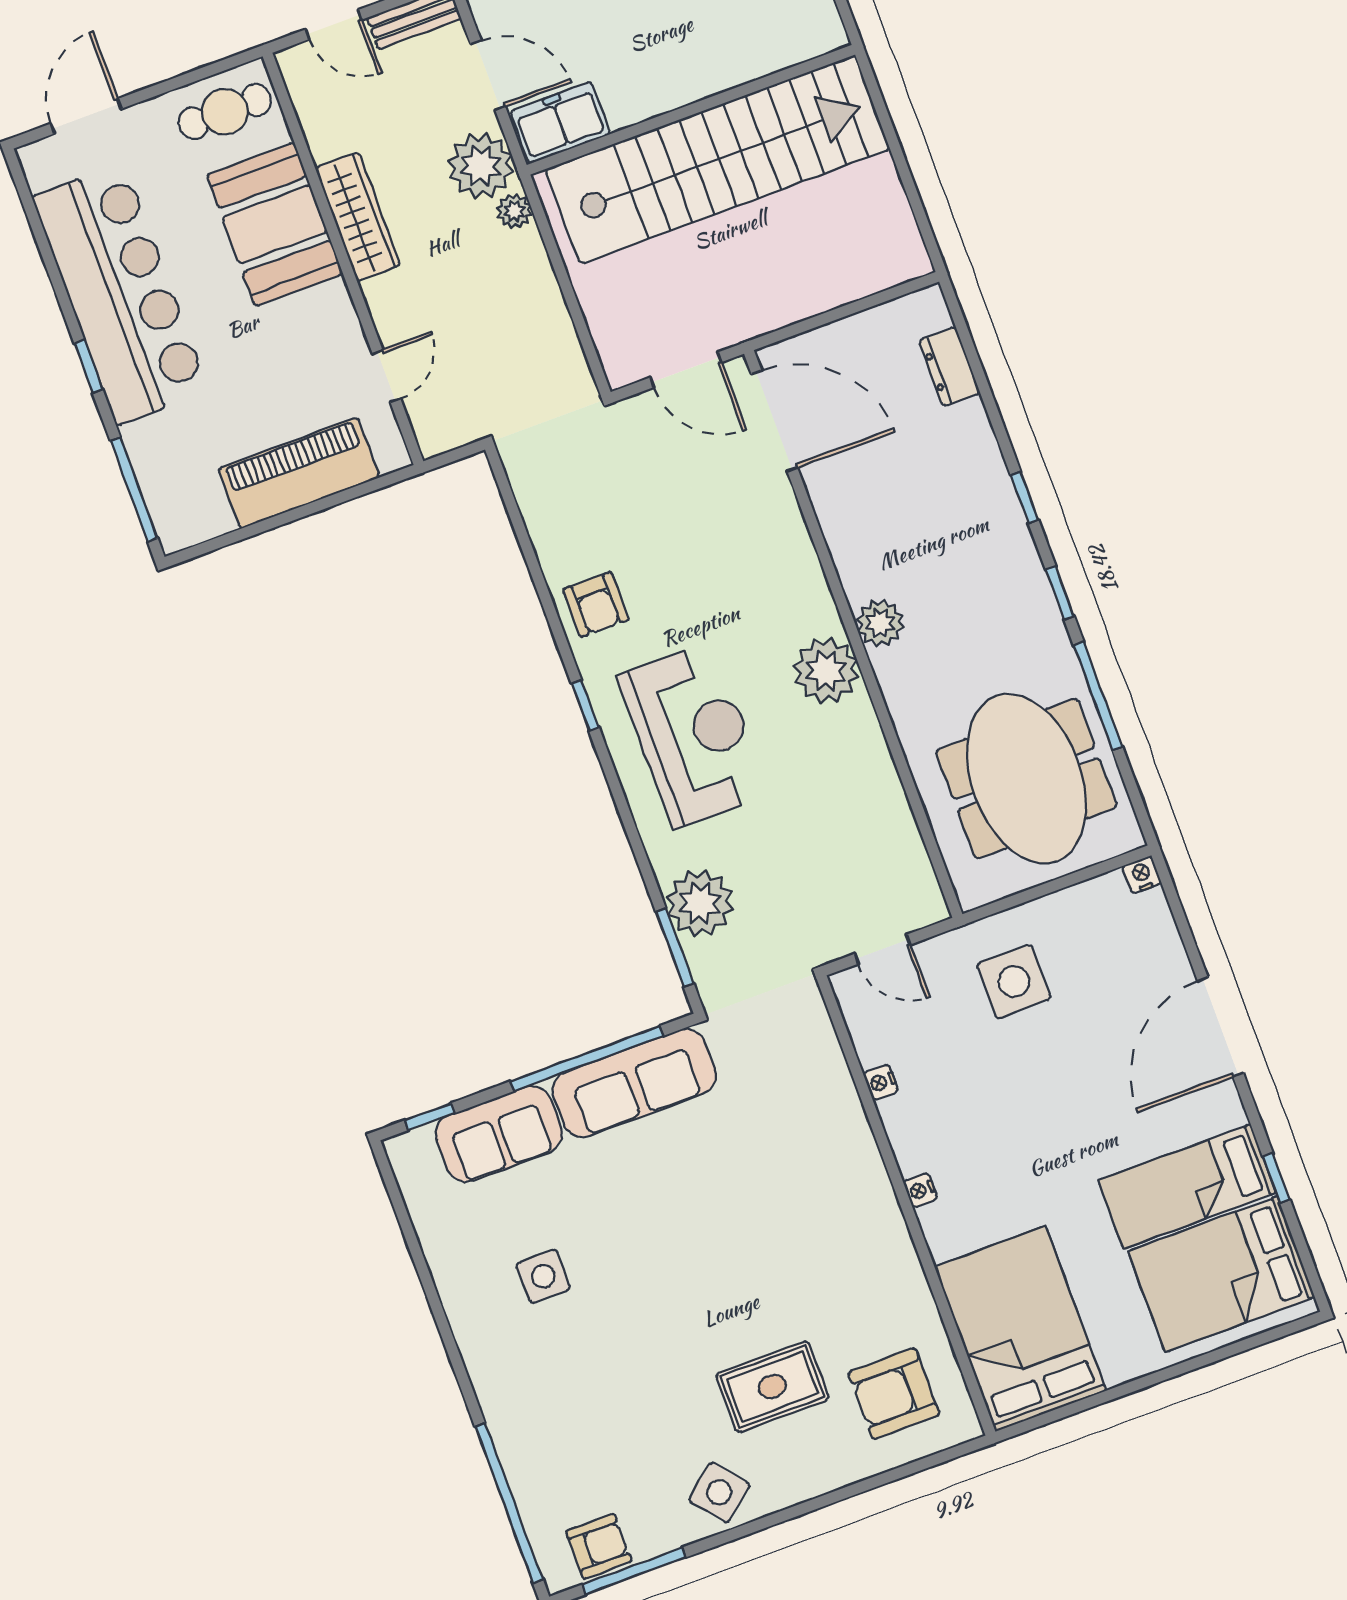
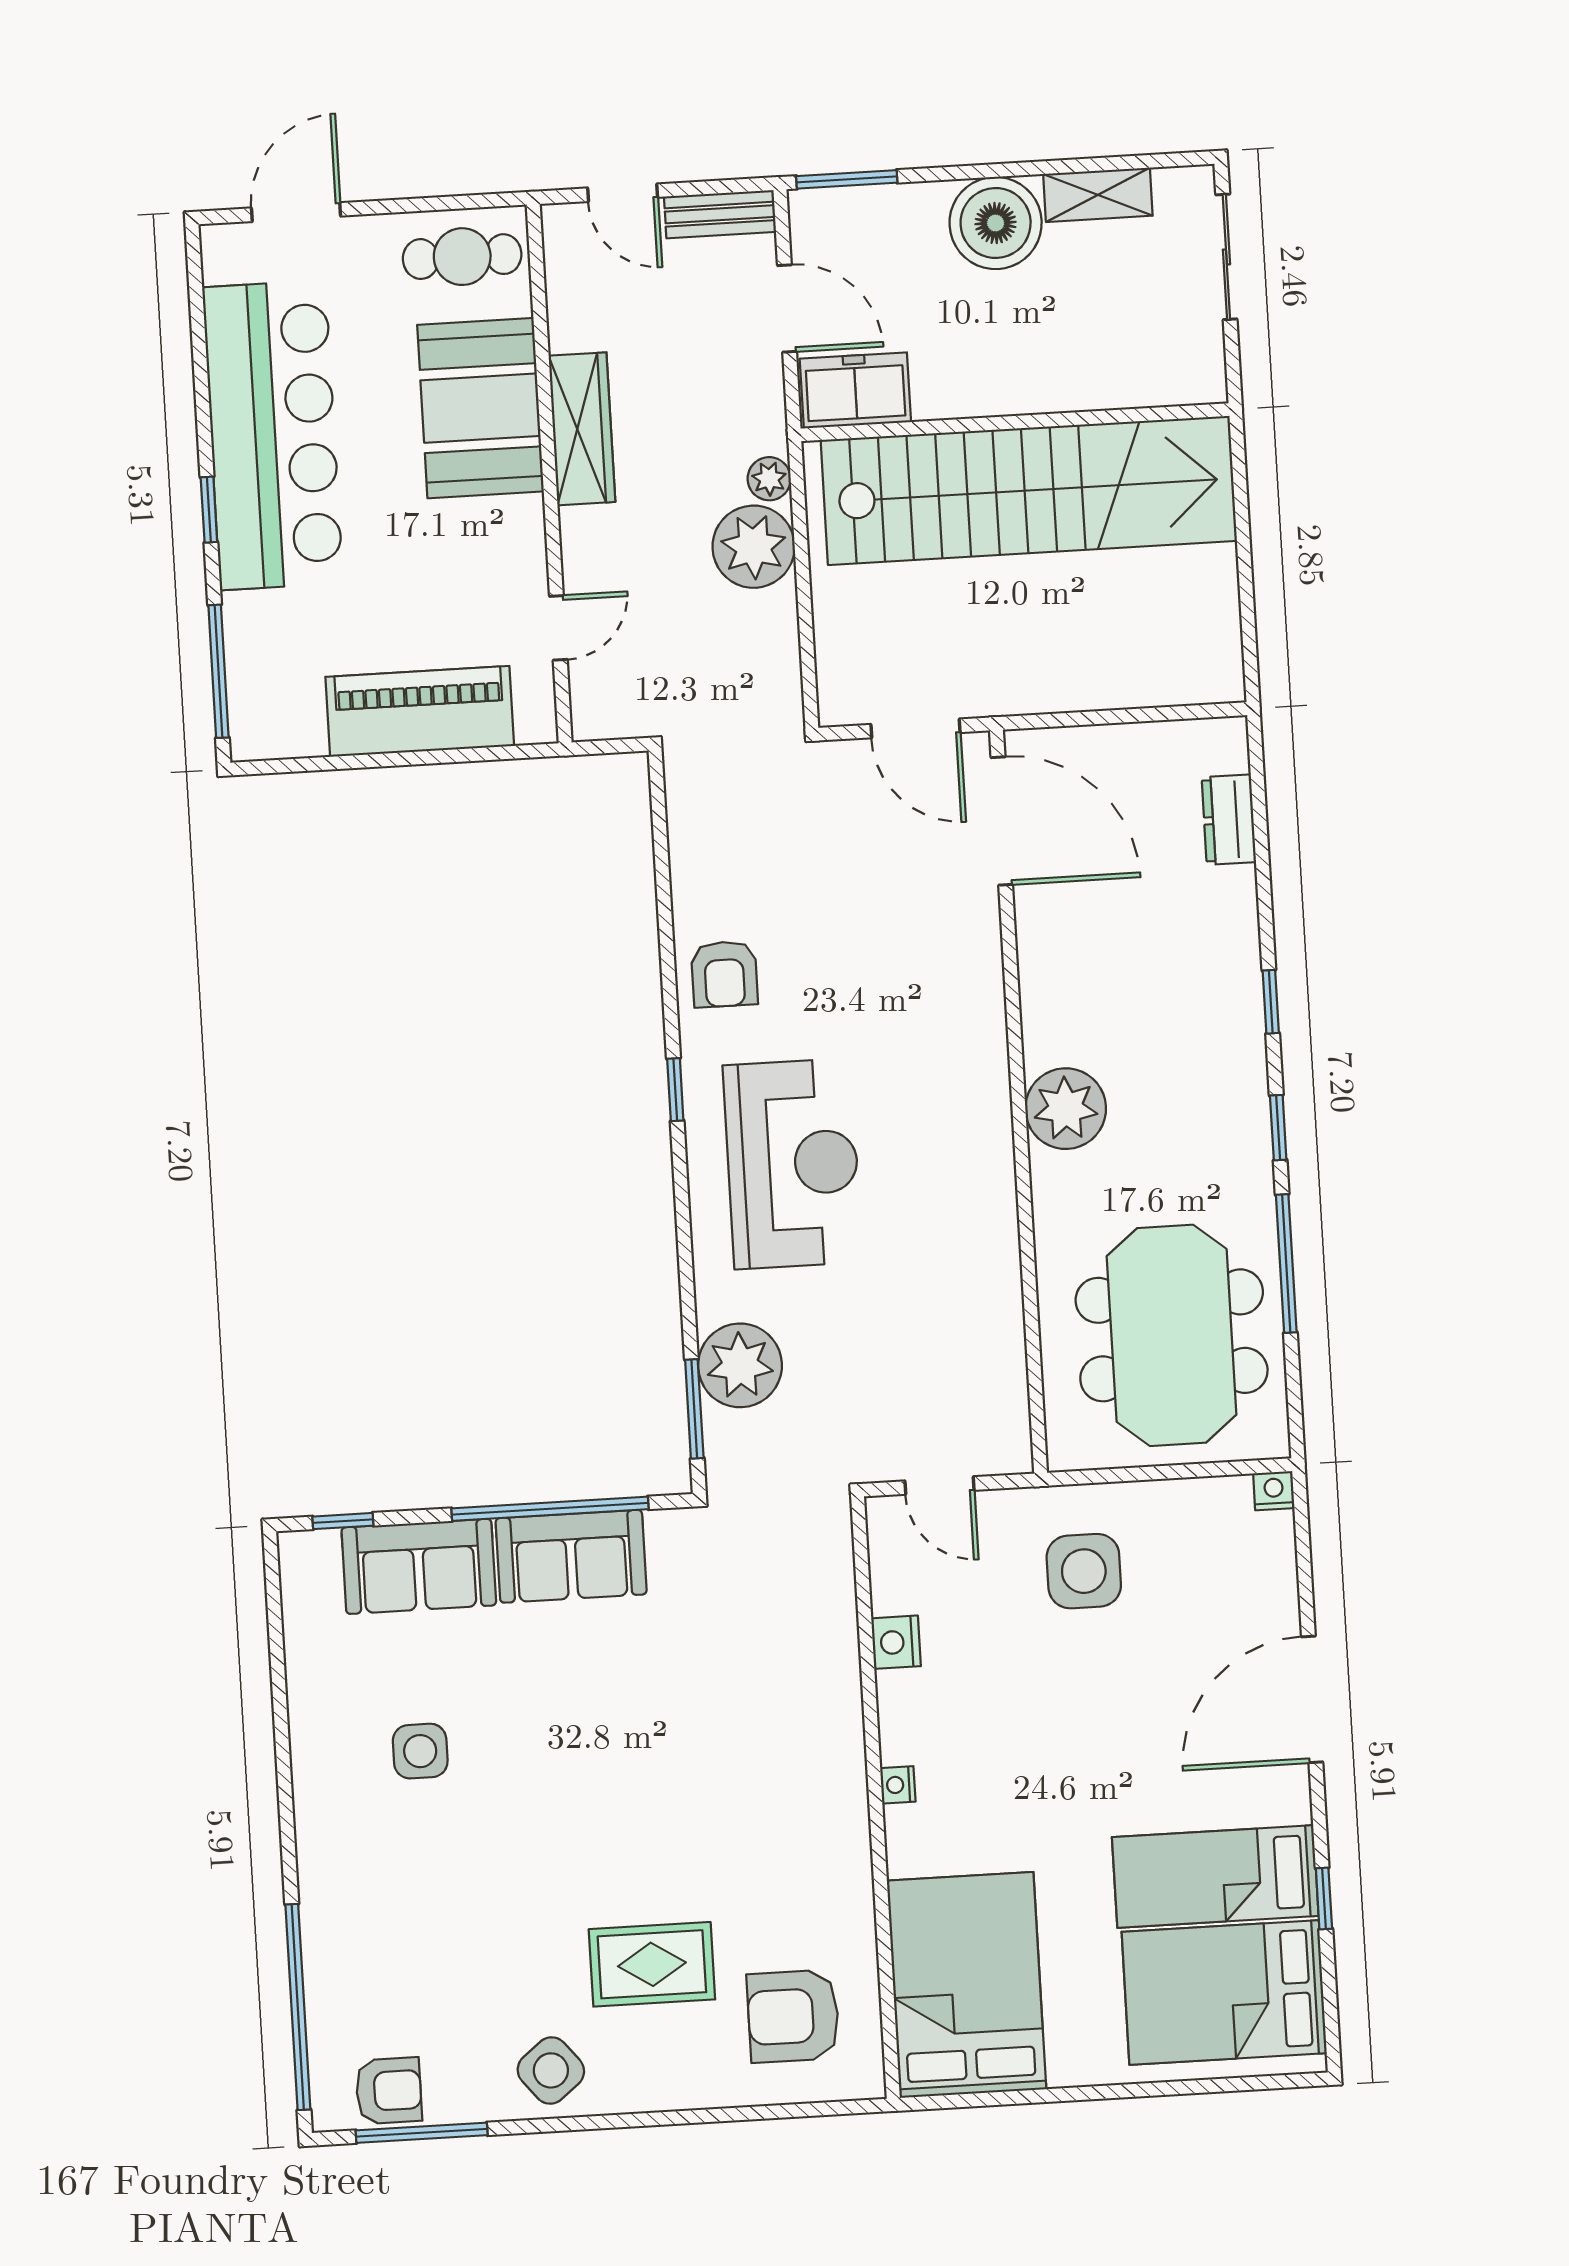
plant: (481, 166) -> (754, 547), moved
plant: (880, 623) -> (1066, 1109), width x1.36, depth x1.36
plant: (826, 671) -> (973, 1135), removed
nightstand: (881, 1082) -> (896, 1642), width x1.39, depth x1.35
sofa: (634, 1083) -> (571, 1556), width x0.73

